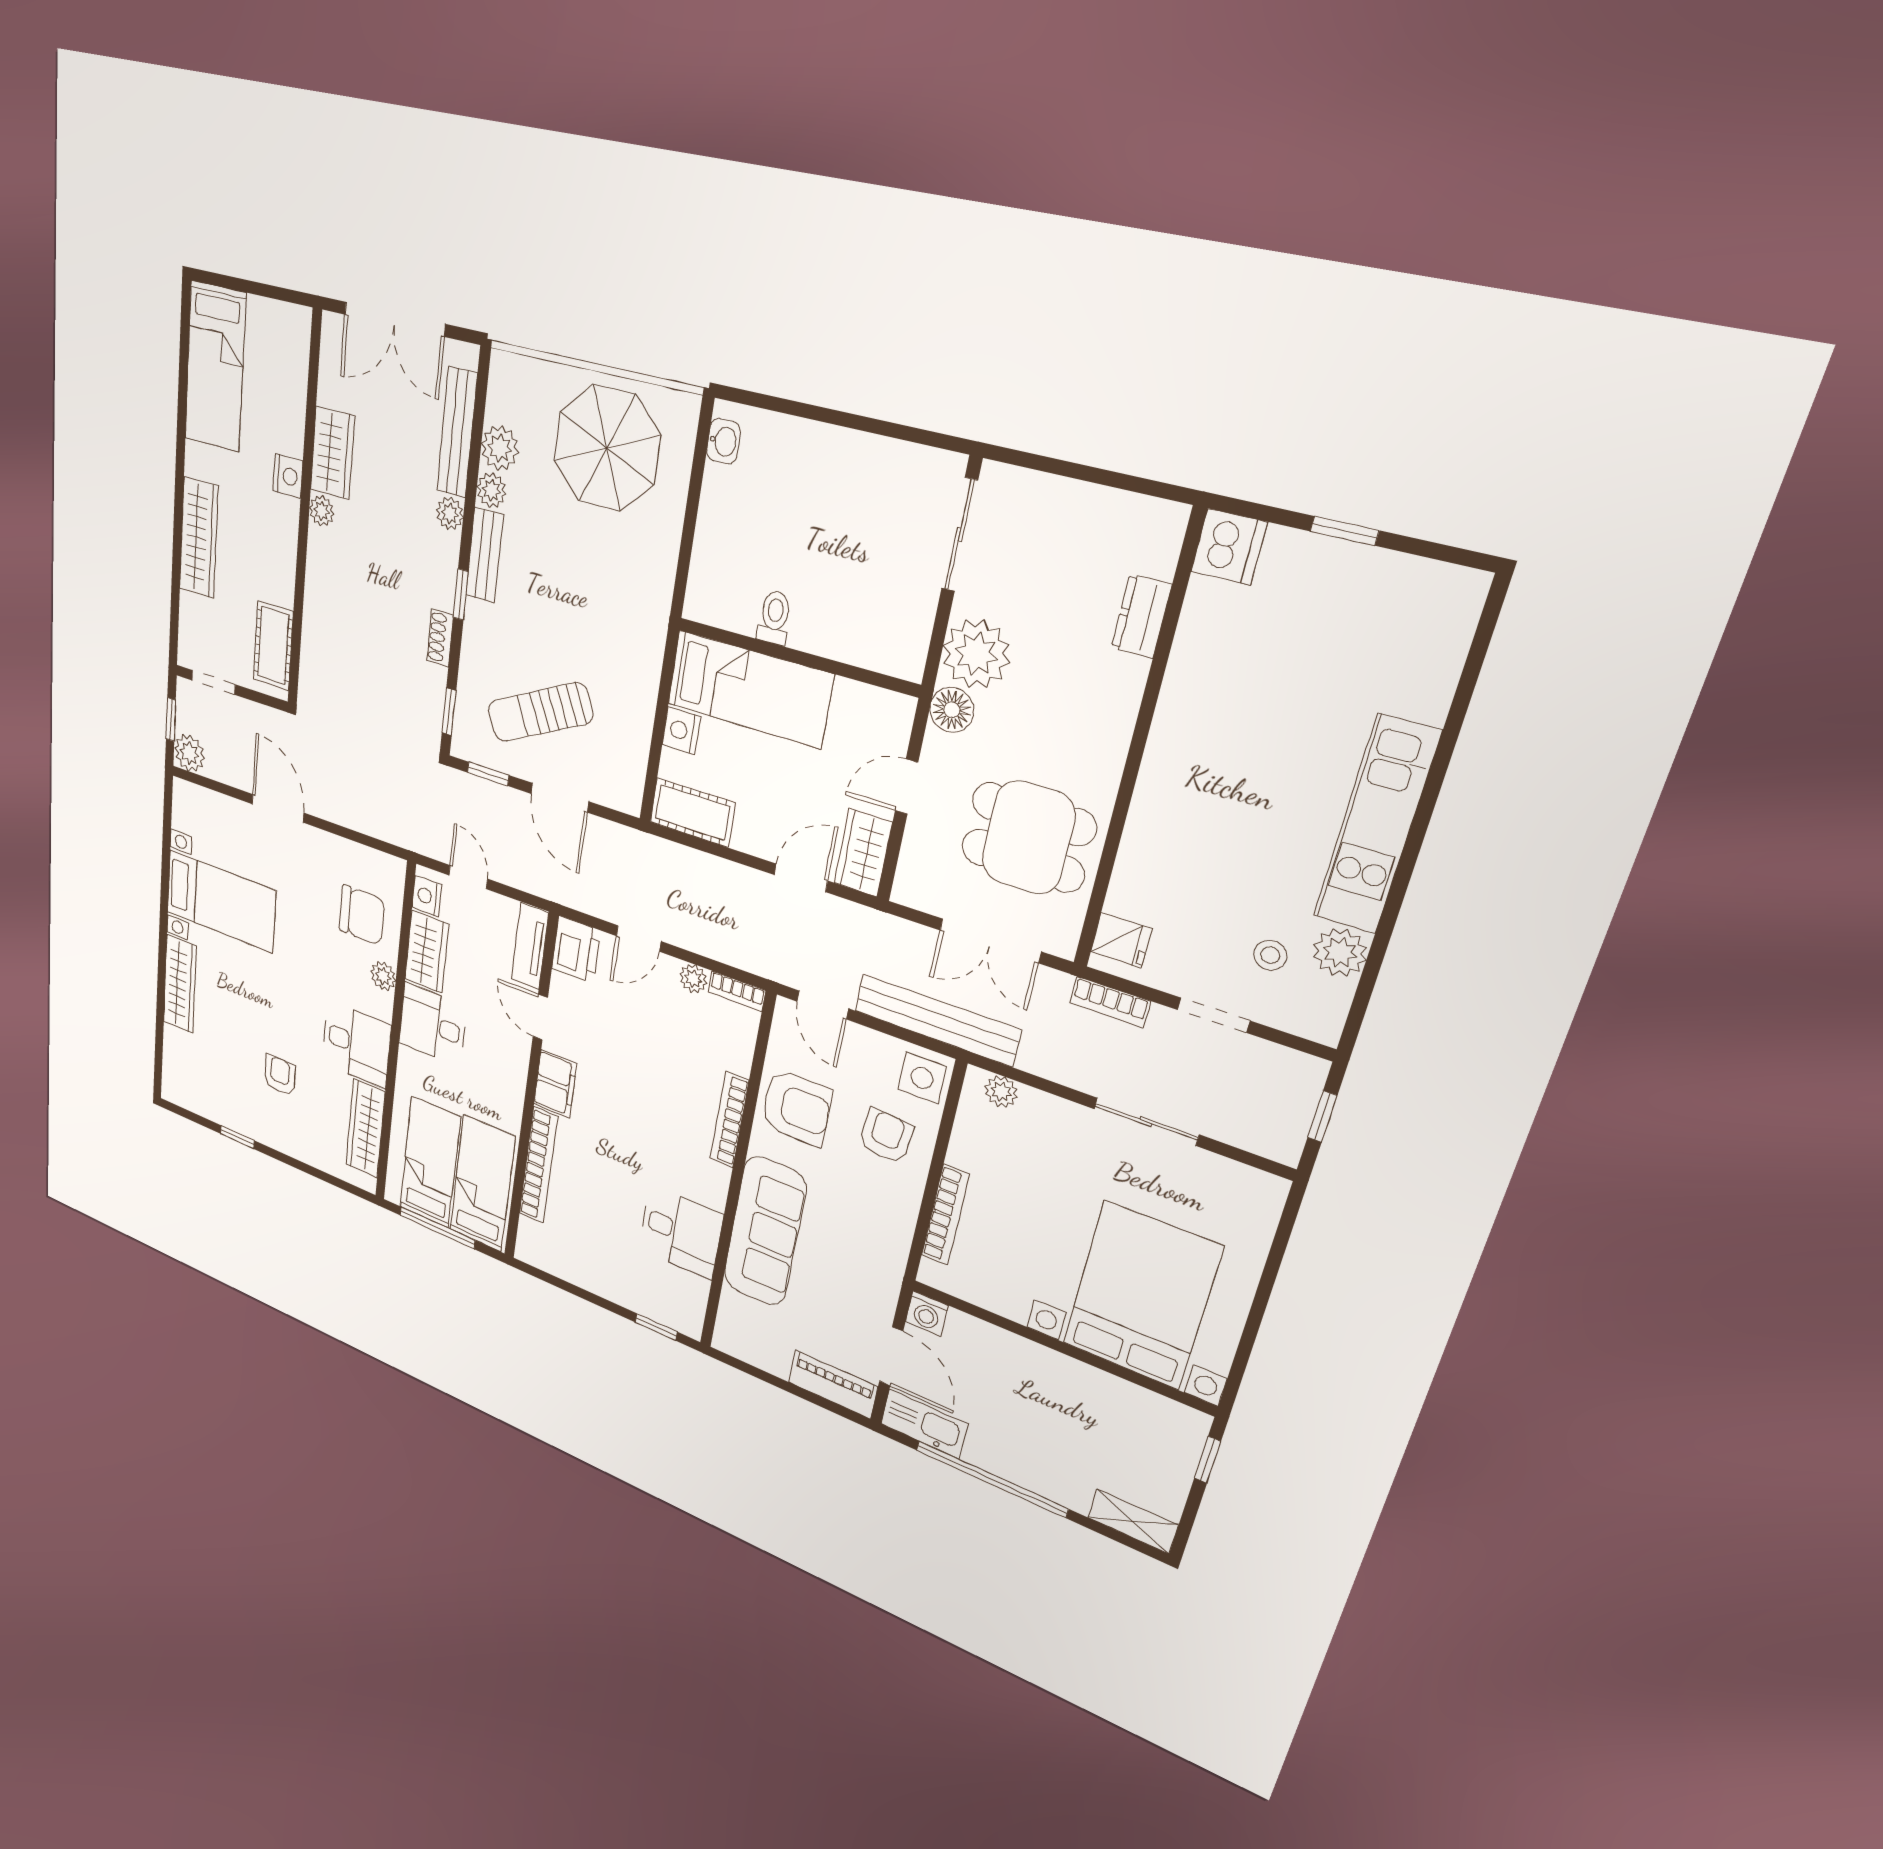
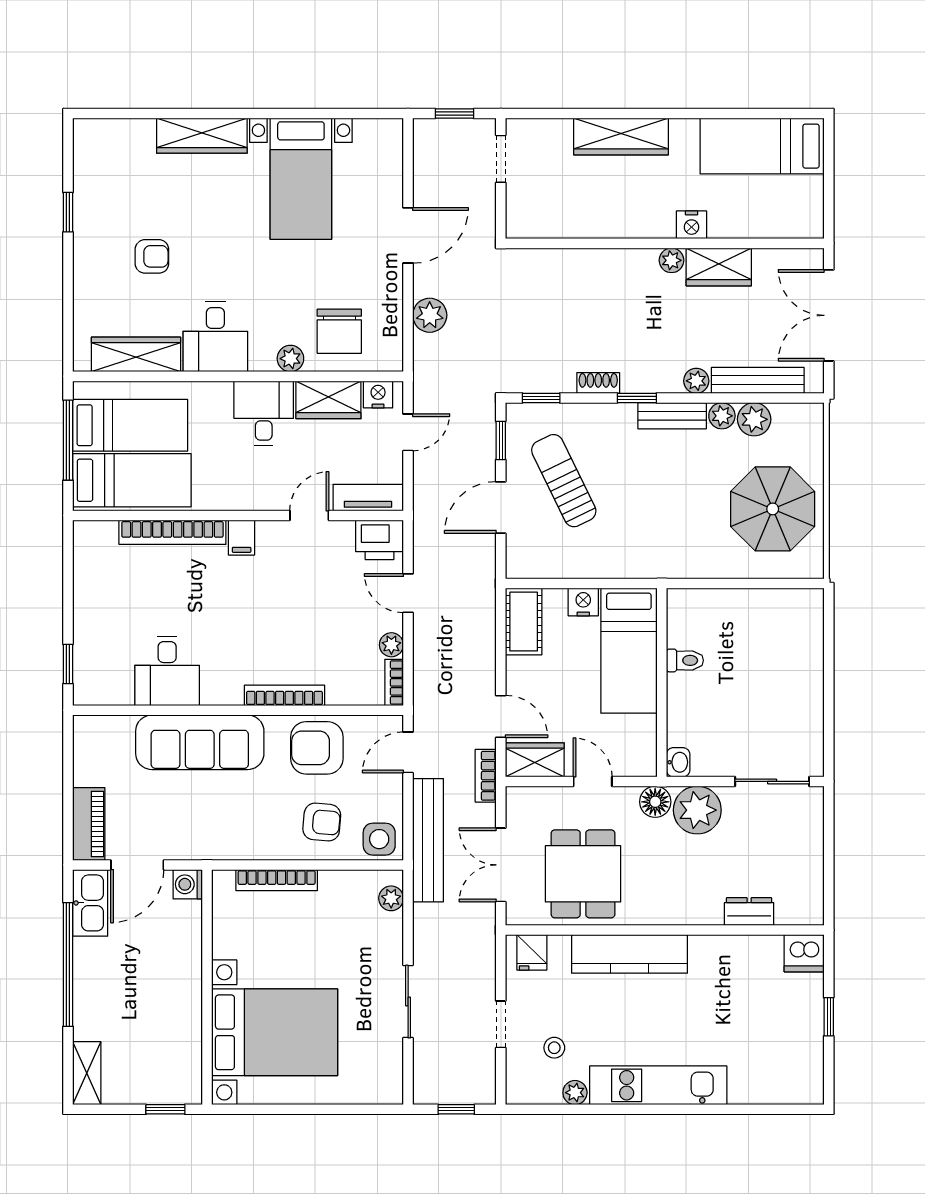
washbasin: (723, 441) -> (678, 762), moved, turned -90
cot: (273, 646) -> (549, 220), removed
plant: (190, 753) -> (430, 315), moved
kitchen counter: (1159, 808) -> (629, 954), added
plant: (1340, 952) -> (575, 1093), width x0.73, depth x0.73
bookcase: (1110, 1002) -> (486, 776), moved
filing cabinet: (555, 1084) -> (242, 538), width x0.50
armchair: (796, 1108) -> (317, 748), turned 90

